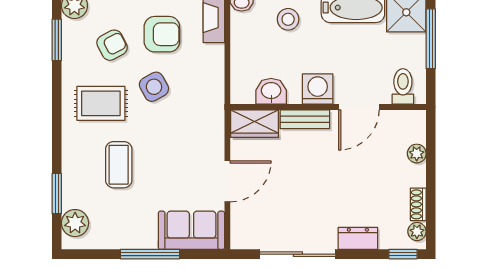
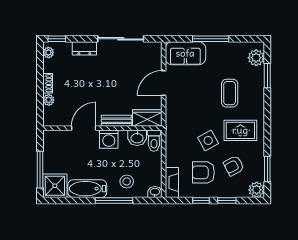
toilet: (403, 86) -> (154, 141), moved
shoe rack: (418, 204) -> (48, 83), moved

